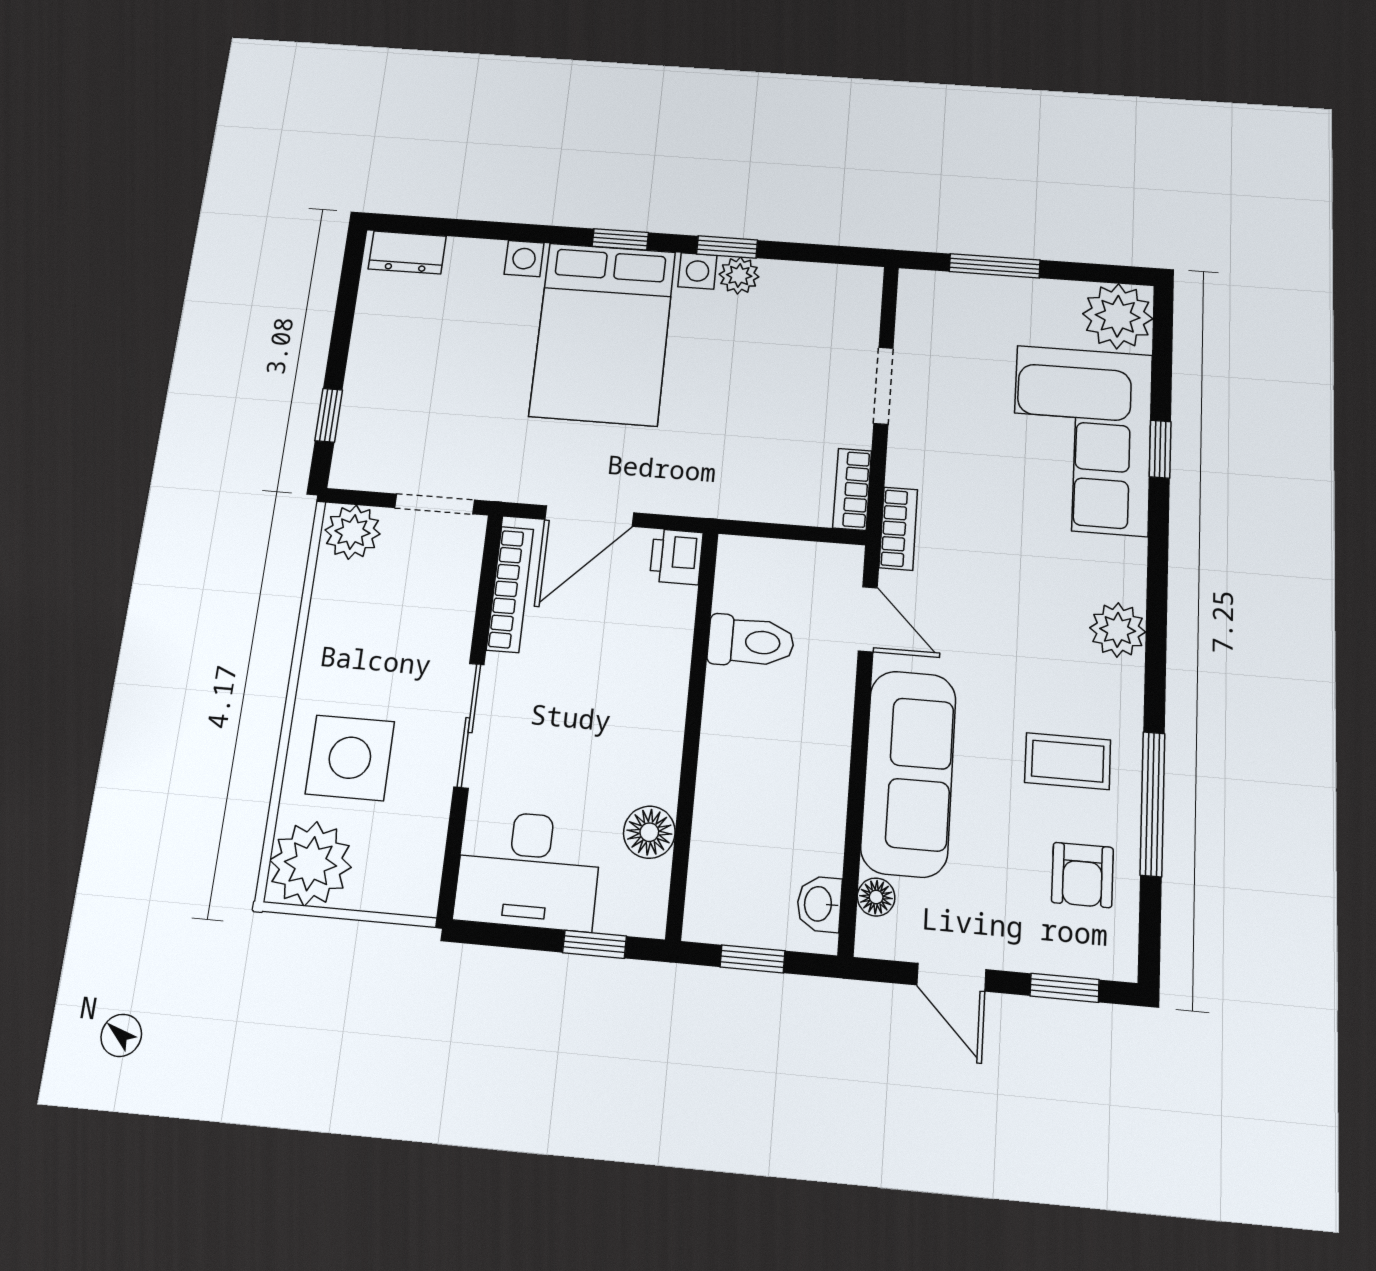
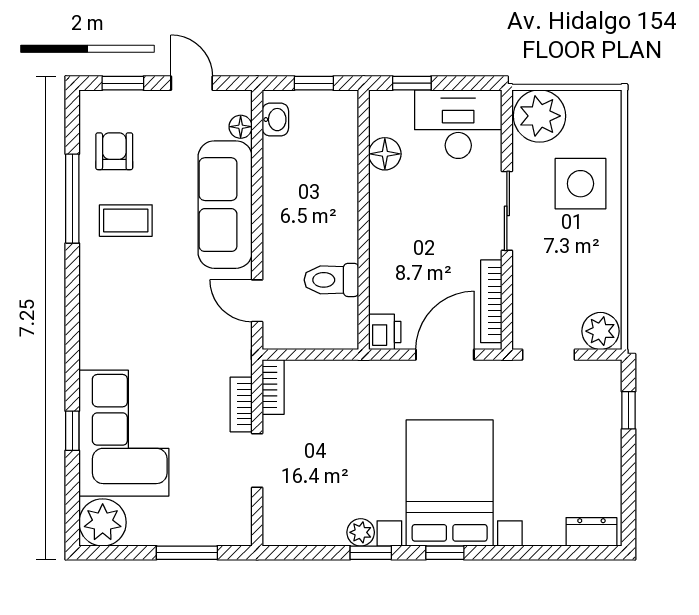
bookcase: (898, 529) -> (241, 404), moved
plant: (1118, 630) -> (97, 307), removed
plant: (311, 864) -> (540, 116), moved

